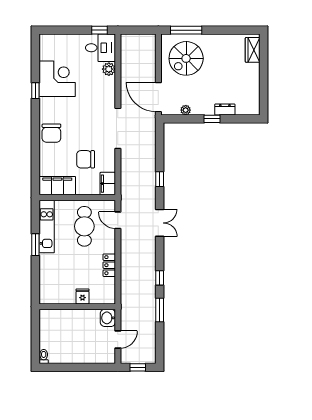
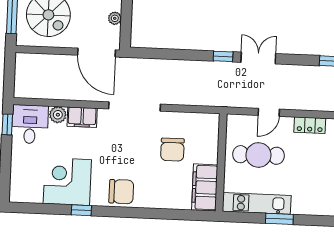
door: (158, 97) -> (97, 53), hinge flipped
chair: (51, 133) -> (121, 192), moved
window: (160, 179) -> (223, 56), moved
filing cabinet: (108, 184) -> (82, 117), moved
door: (118, 220) -> (269, 112), moved

